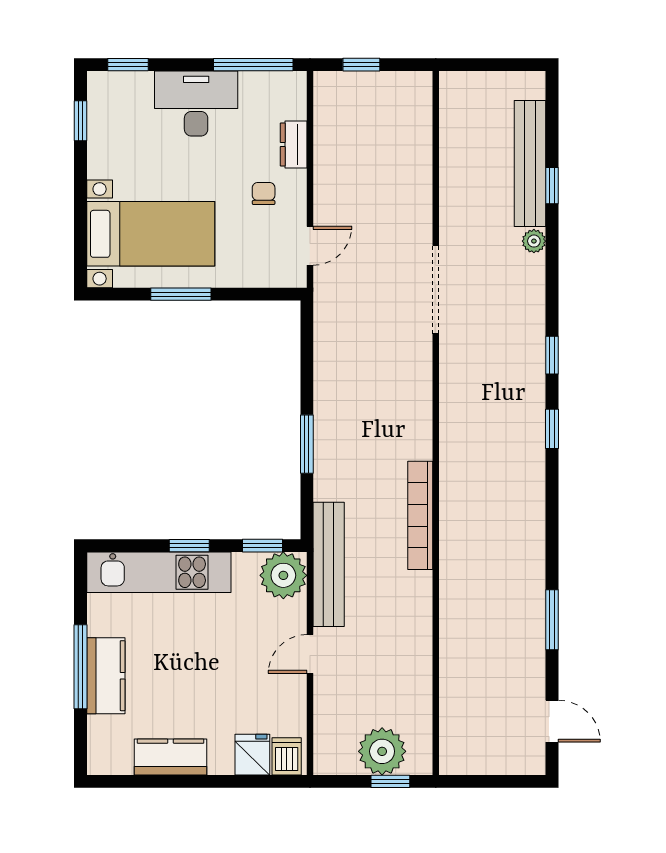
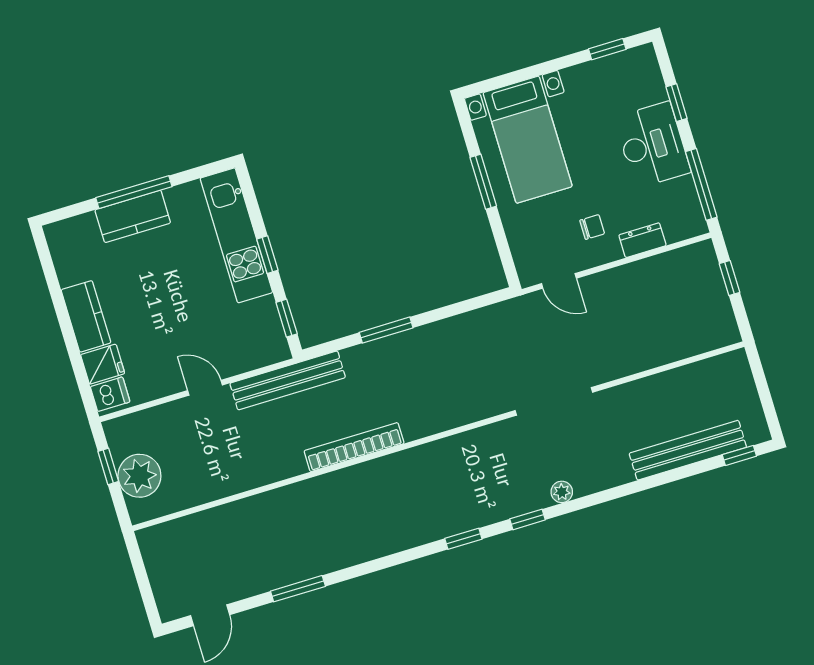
window: (128, 65) -> (677, 103), moved
window: (552, 186) -> (739, 455), moved
plant: (534, 241) -> (562, 492), moved
plant: (283, 575) -> (266, 344), removed
kitchen counter: (170, 757) -> (86, 316), moved
window: (390, 781) -> (108, 466), moved

